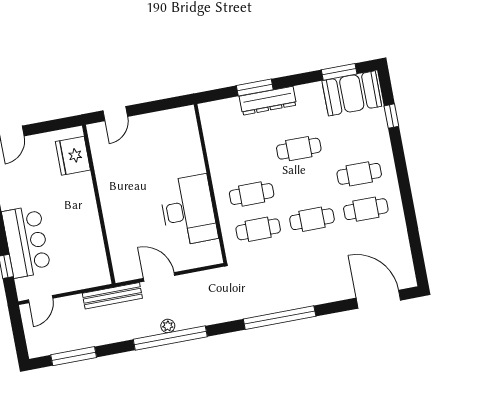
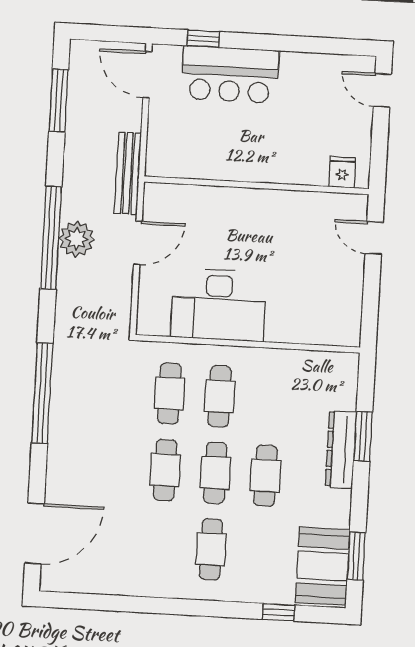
fridge: (73, 156) -> (342, 172), width x0.53, depth x0.75
cafe table: (366, 209) -> (215, 473), moved
door: (41, 299) -> (147, 75), width x1.38
plant: (168, 326) -> (77, 239), width x1.88, depth x1.88

